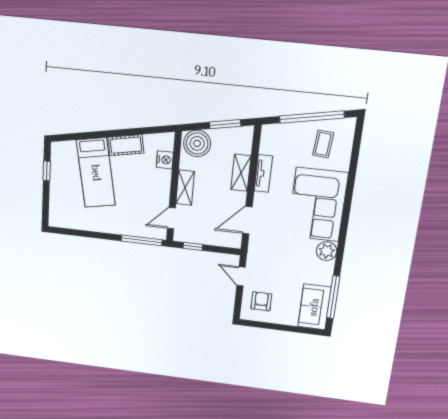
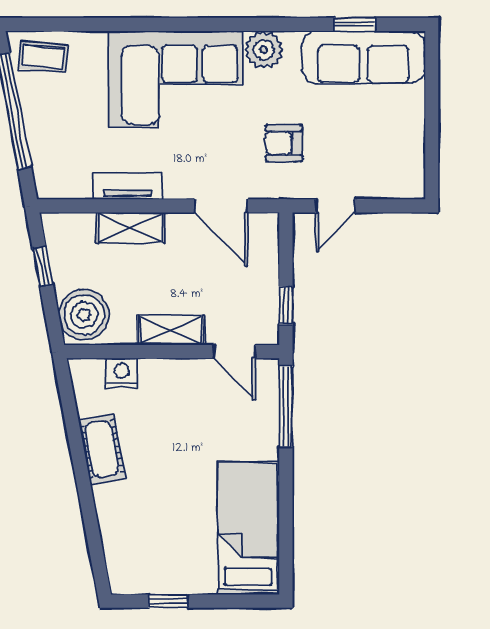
window: (225, 124) -> (43, 266), width x0.67
coffee table: (323, 144) -> (43, 57), moved
bed: (96, 173) -> (248, 528), moved, turned -79
window: (333, 297) -> (355, 24), width x0.46
armchair: (261, 301) -> (284, 143), moved
sofa: (314, 307) -> (363, 57), width x1.36

